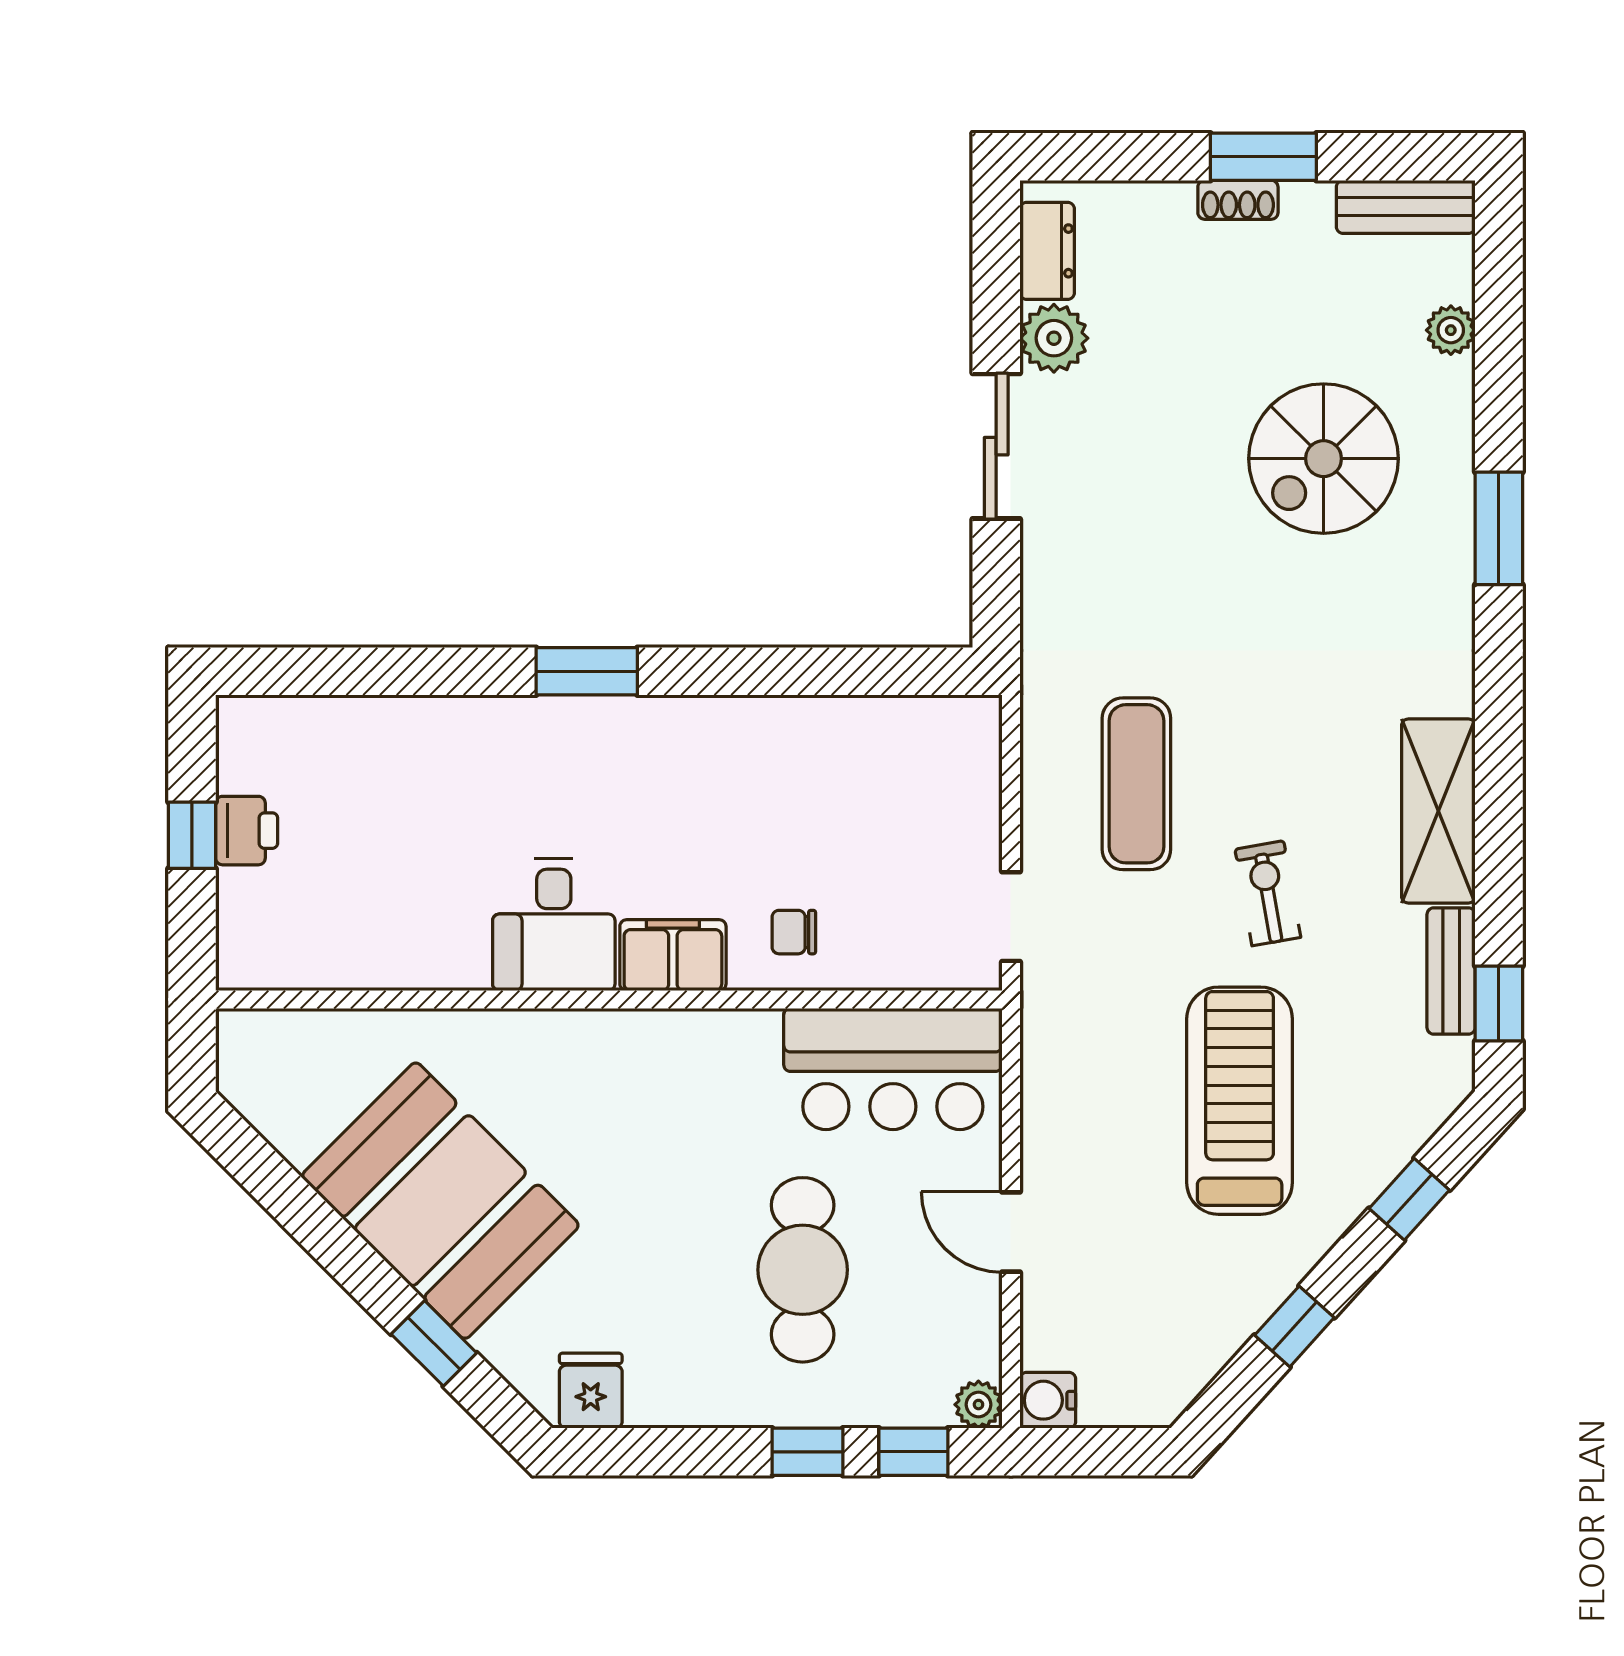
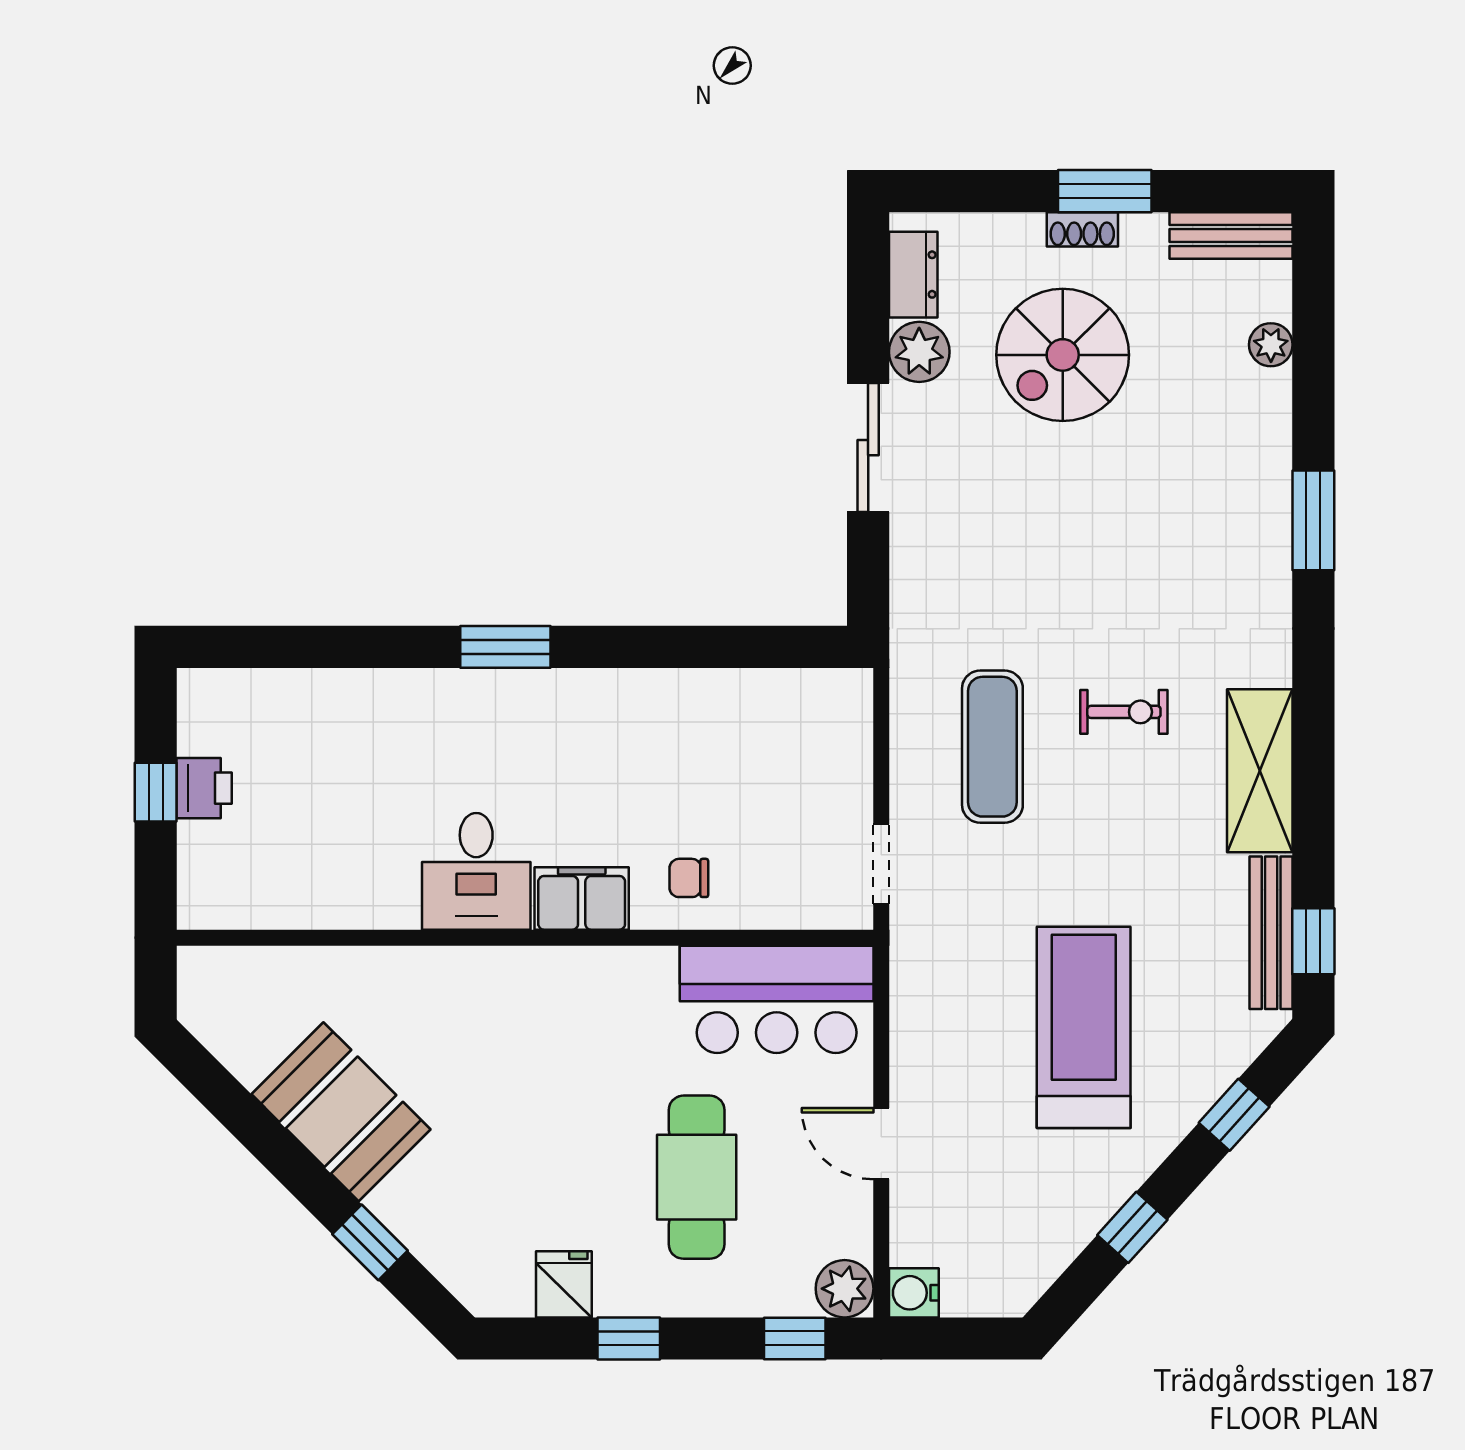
spiral stairs: (1324, 459) -> (1063, 355), moved
exercise bike: (1268, 893) -> (1124, 712), moved, turned 100
bench: (1451, 971) -> (1271, 933), width x1.36
booth: (440, 1201) -> (341, 1112), width x0.73, depth x0.70
fridge: (591, 1391) -> (564, 1284), moved
plant: (978, 1405) -> (845, 1289), width x1.38, depth x1.38
window: (807, 1452) -> (629, 1338), moved

